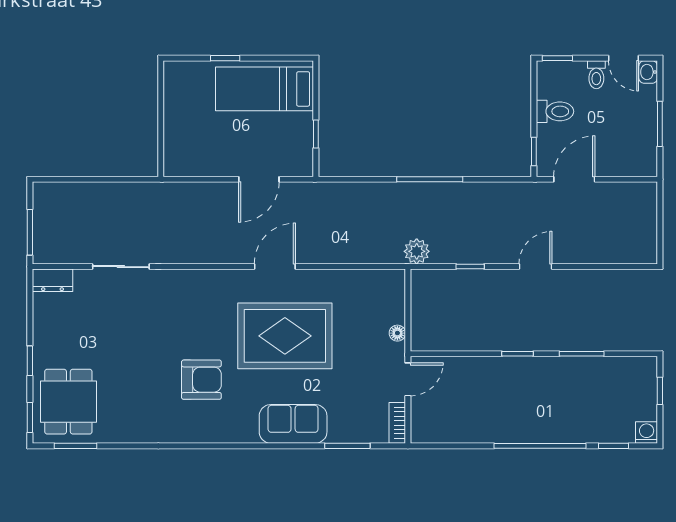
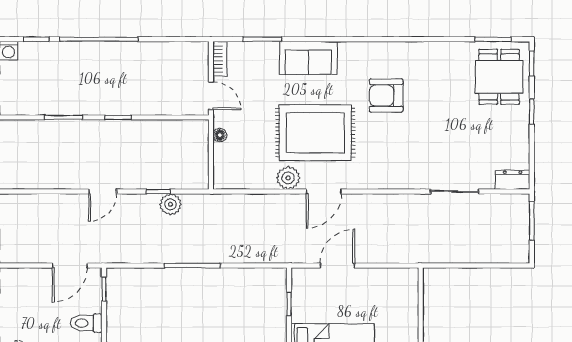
plant: (417, 251) -> (171, 204), moved
plant: (317, 282) -> (288, 178), added
door: (408, 379) -> (211, 96), swing flipped

